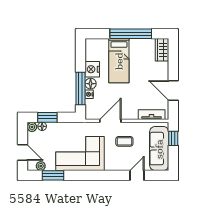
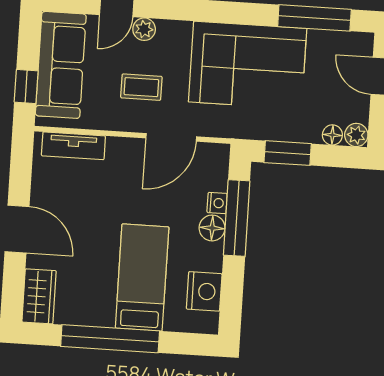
nightstand: (92, 69) -> (204, 291), moved
door: (173, 91) -> (17, 229), moved
window: (47, 117) -> (288, 153), moved
plant: (41, 166) -> (144, 29), moved
window: (53, 175) -> (314, 18), width x1.44

